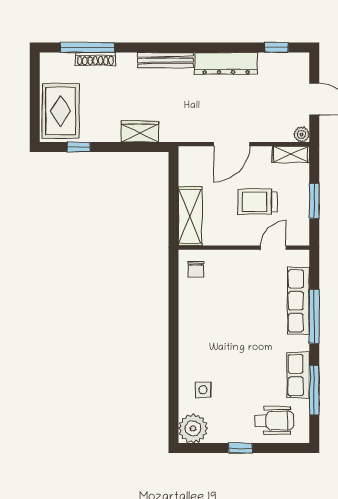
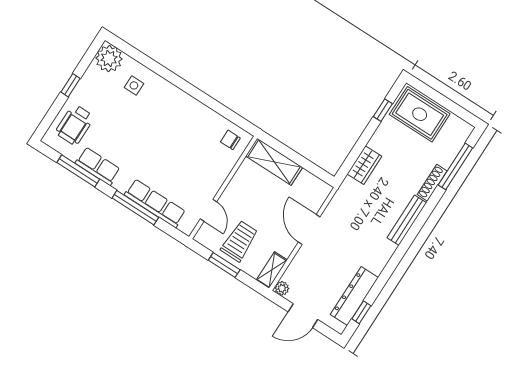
shoe rack: (95, 59) -> (432, 183), moved
dresser: (226, 63) -> (354, 296), moved
trolley: (257, 202) -> (239, 241), moved

